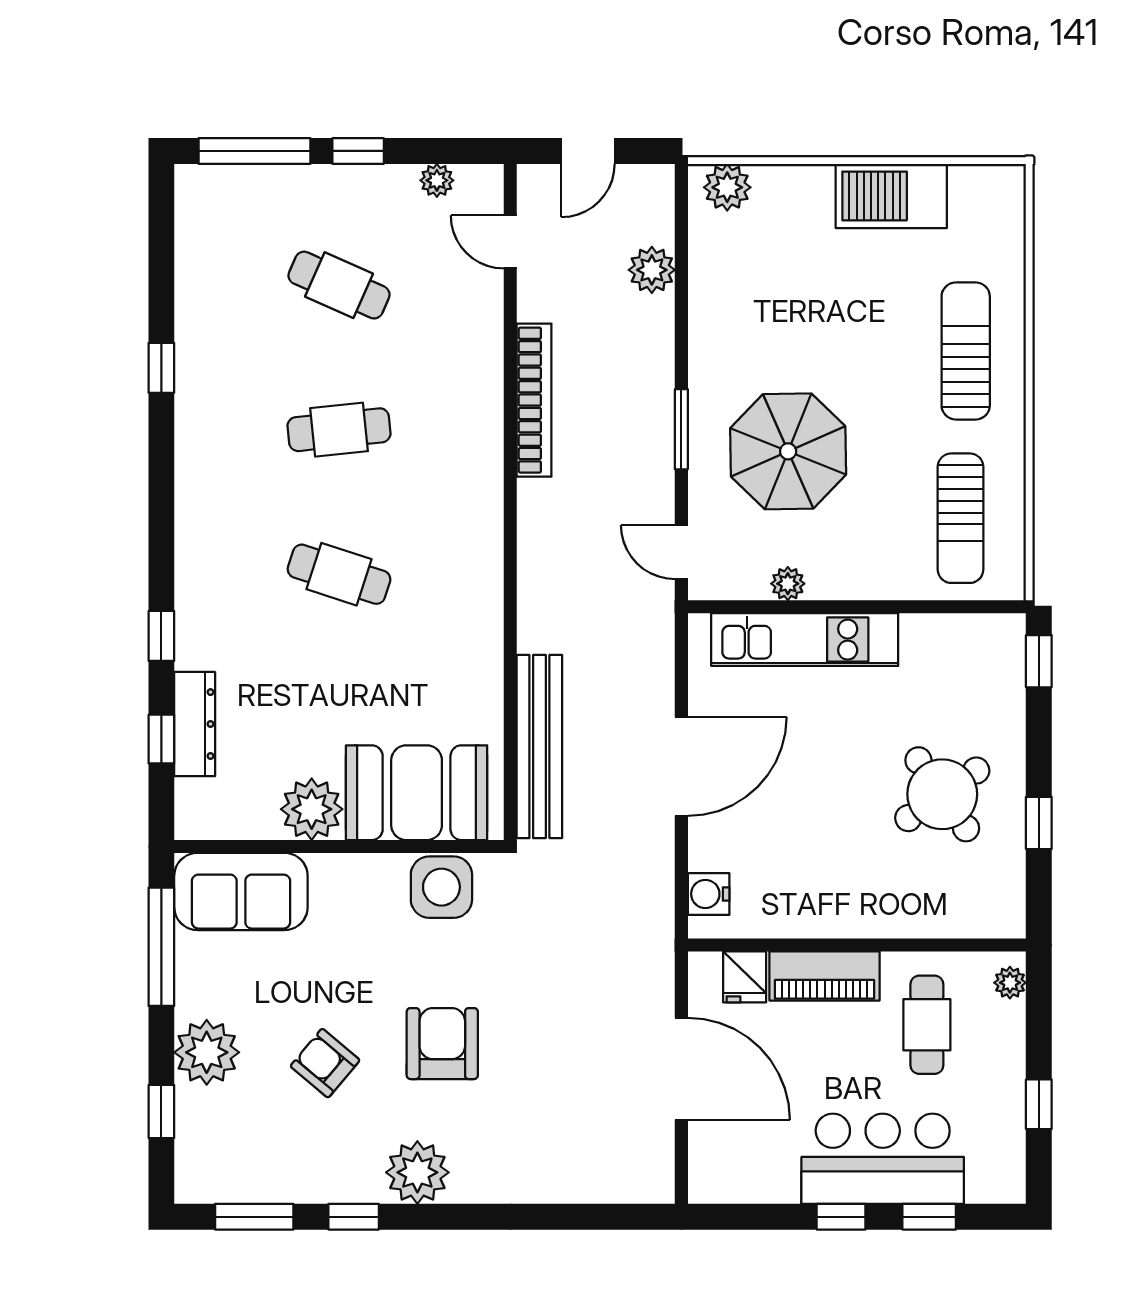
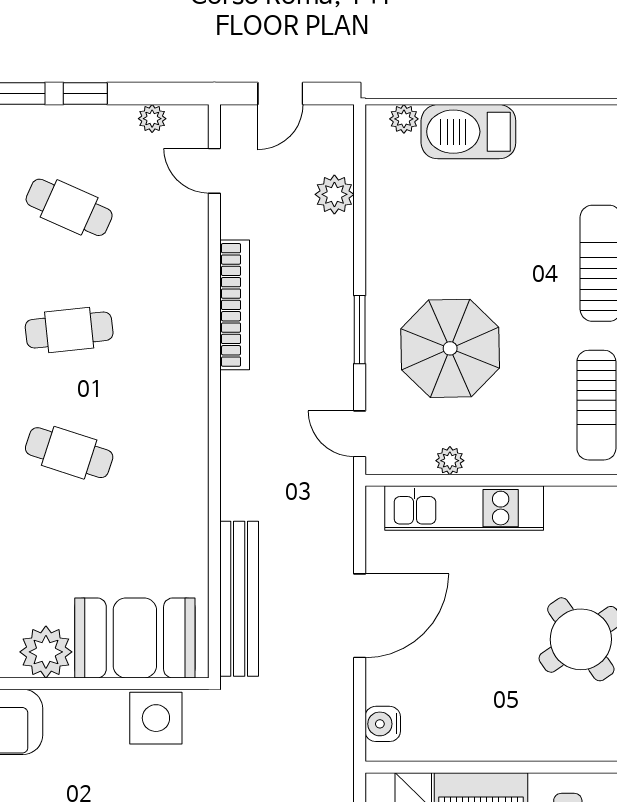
plant: (727, 187) -> (404, 119), width x0.73, depth x0.73
barbecue: (891, 196) -> (468, 132), moved

